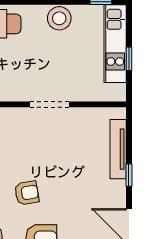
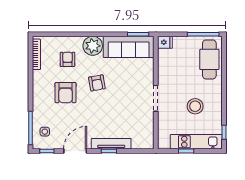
stool: (59, 18) -> (195, 106), moved
tv unit: (118, 149) -> (111, 144), moved

